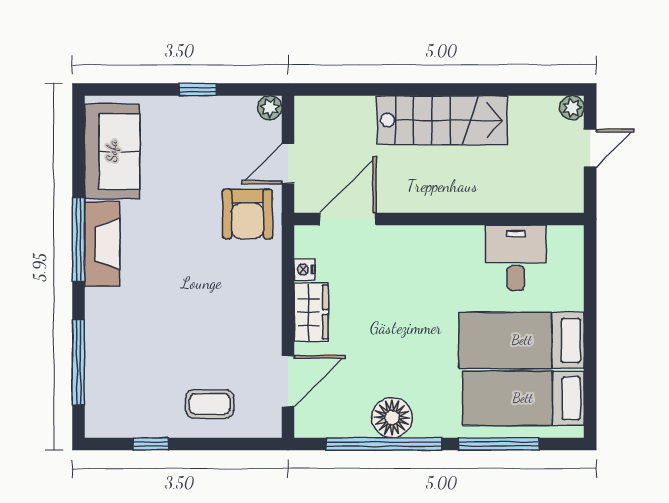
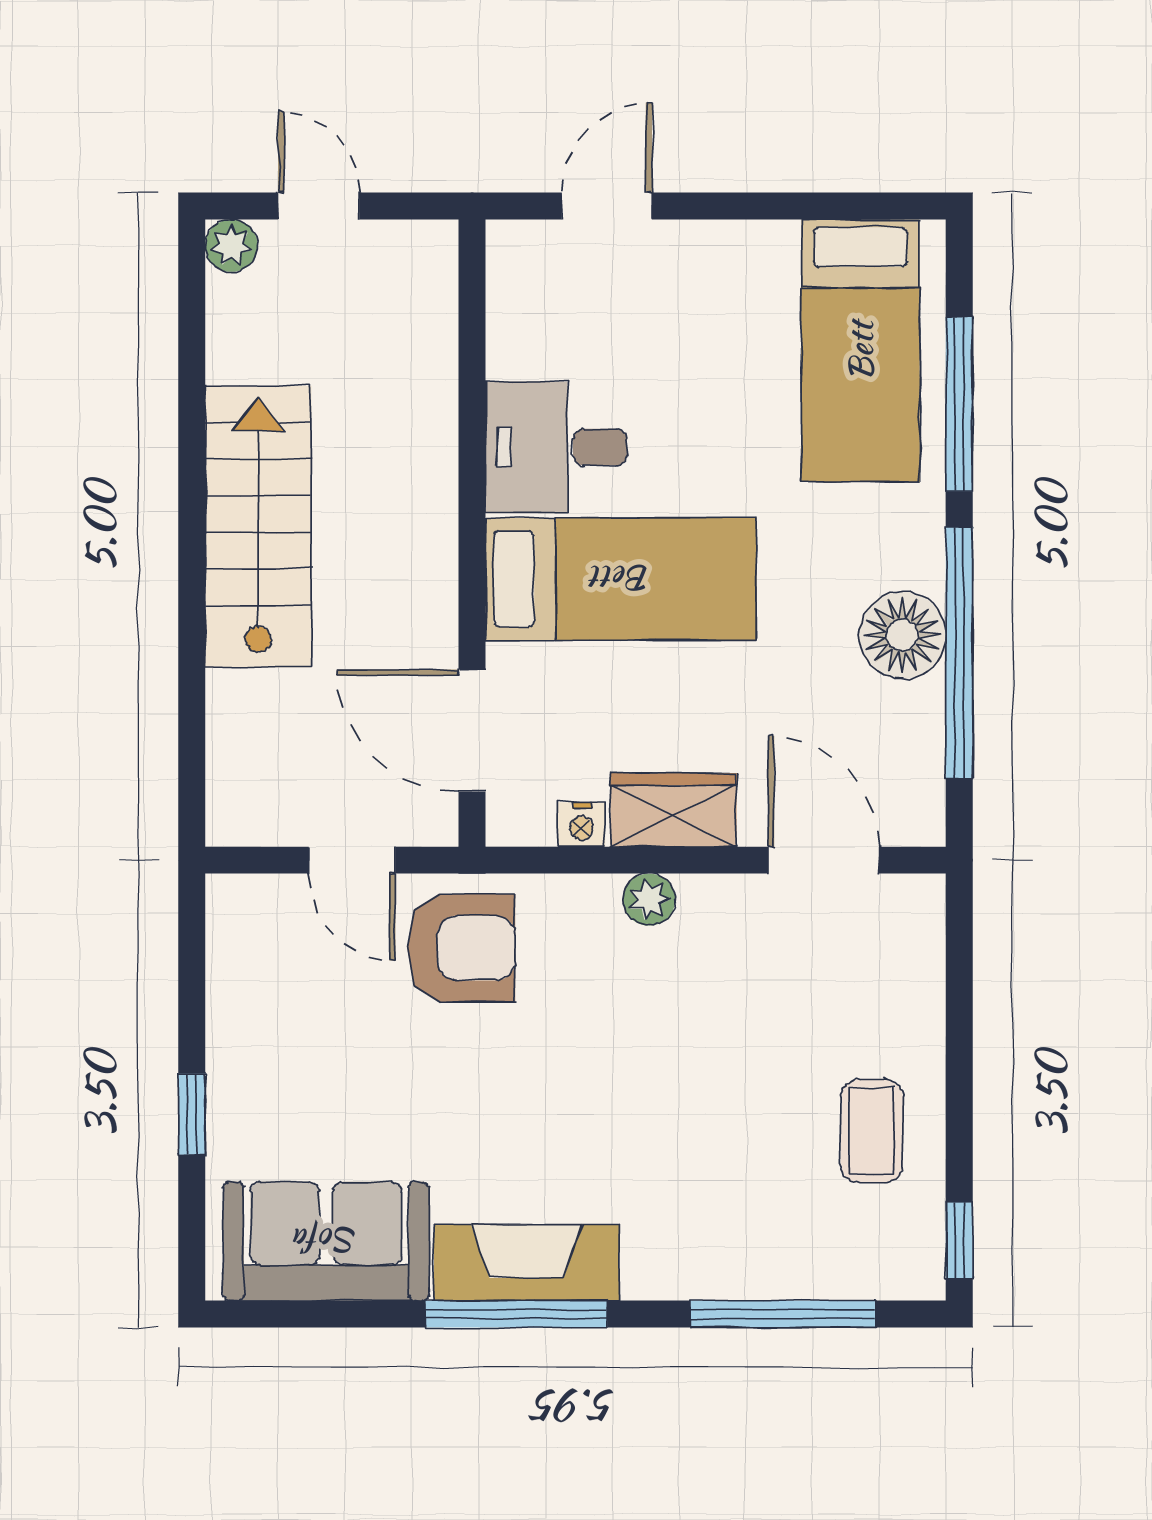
window: (198, 89) -> (192, 1114), moved
plant: (270, 108) -> (649, 900), moved
desk: (516, 258) -> (556, 447), moved
door: (590, 281) -> (607, 206), added
bed: (522, 340) -> (621, 579), moved, turned -90
coffee table: (210, 404) -> (872, 1131), moved
window: (151, 444) -> (959, 1241), moved

